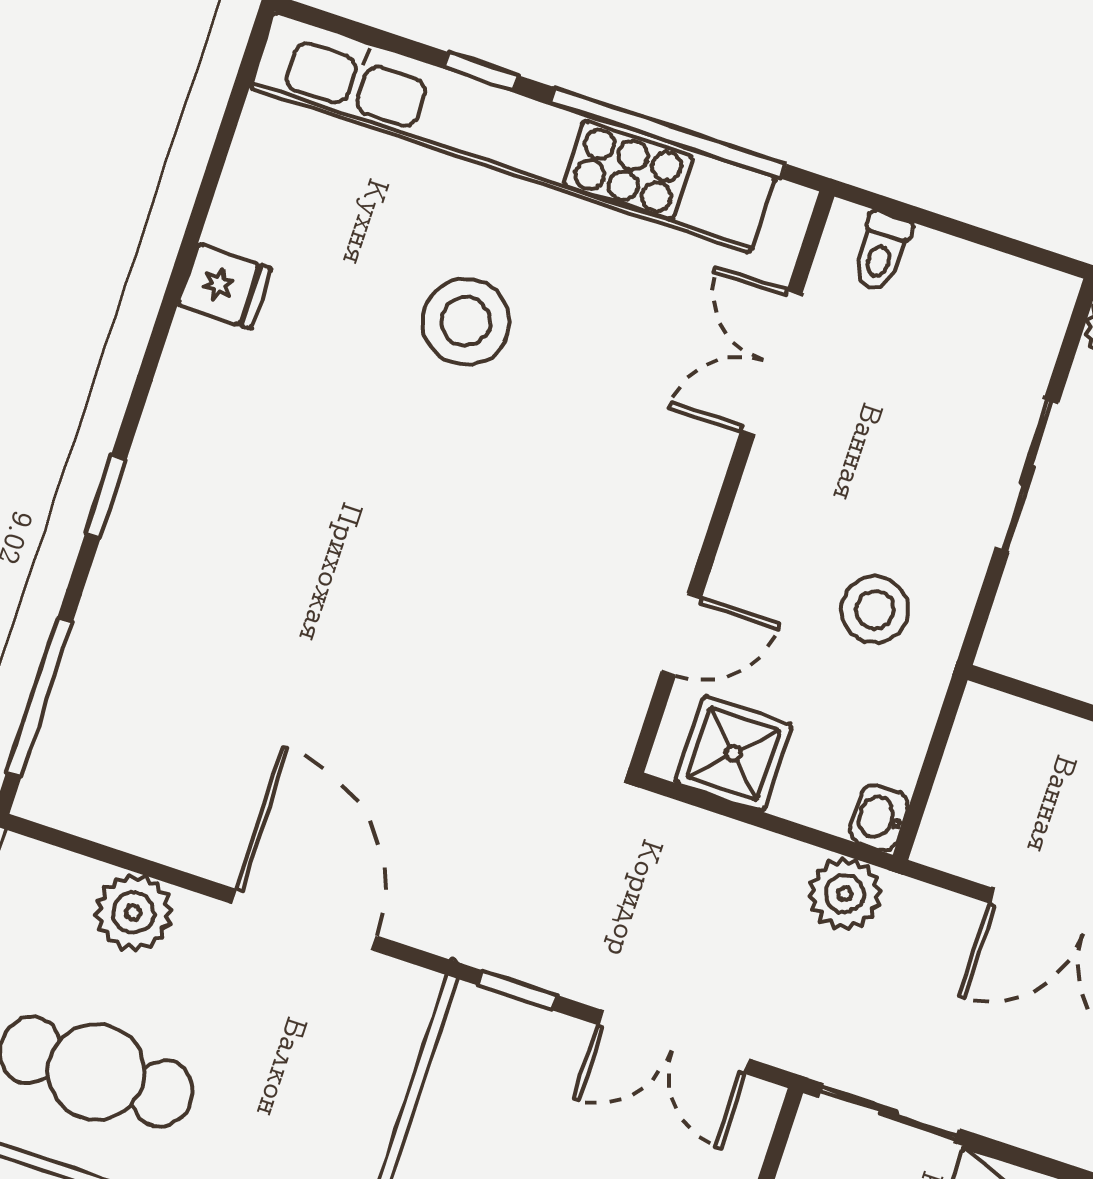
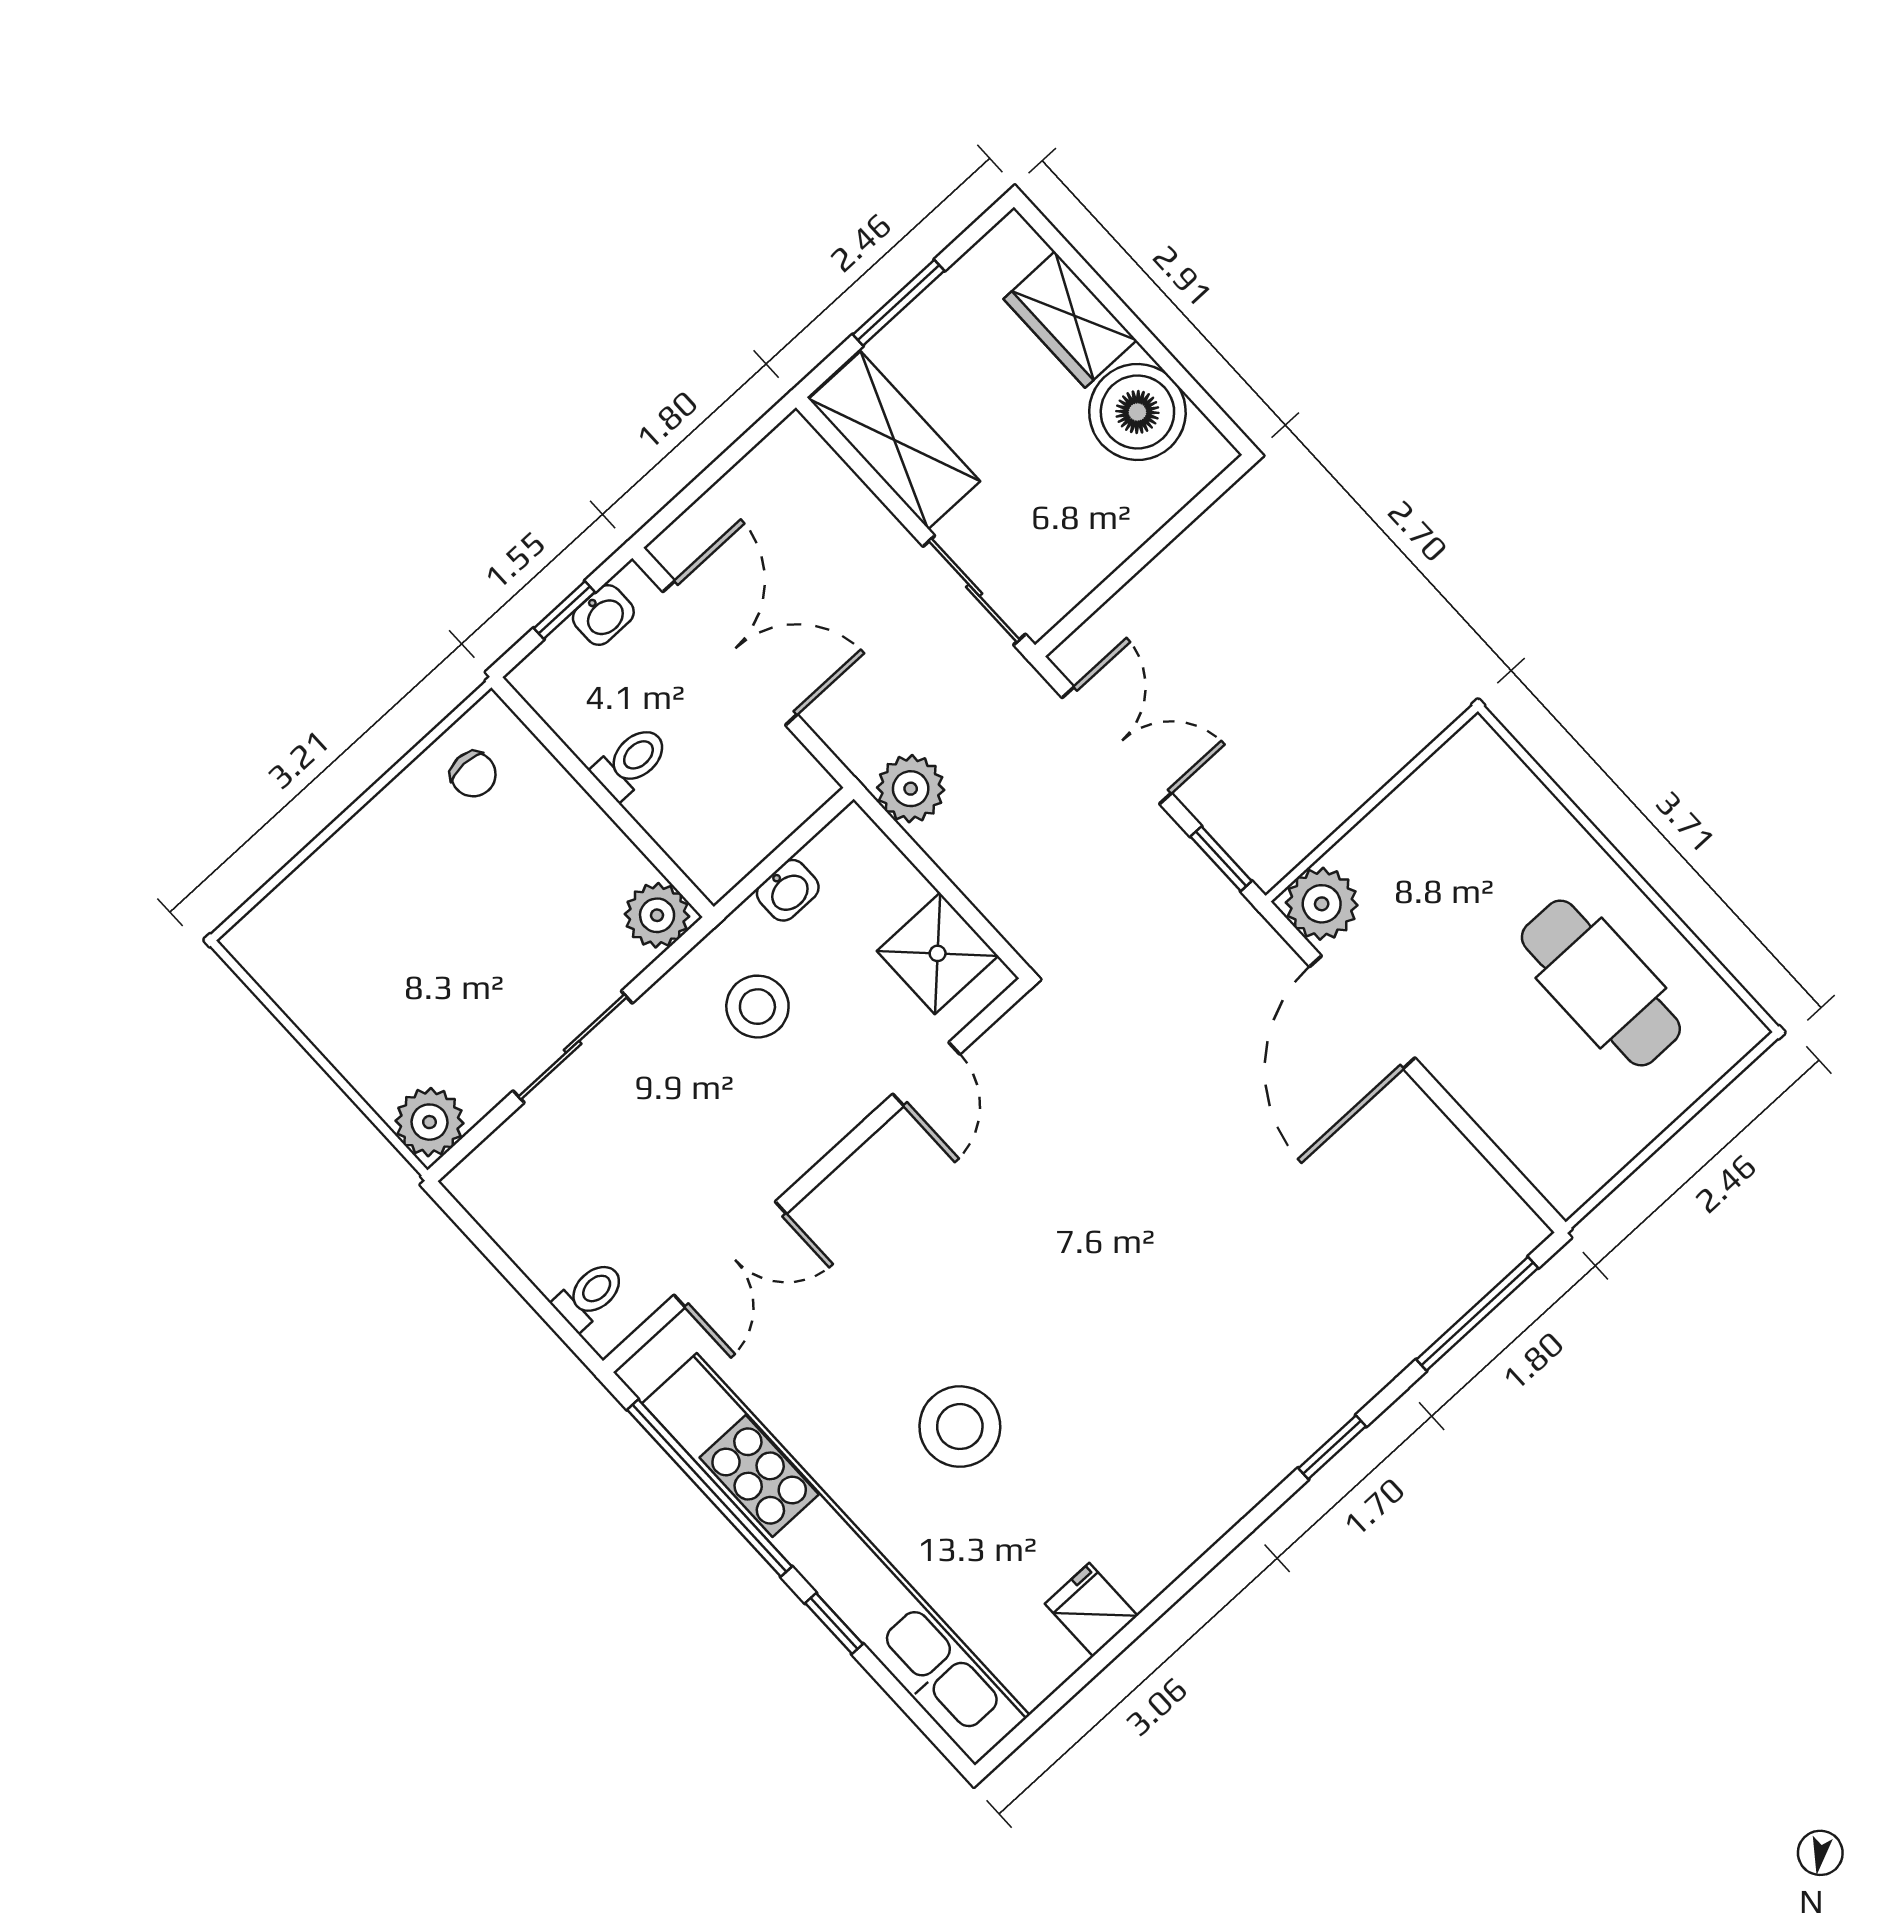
fridge: (224, 286) -> (1091, 1610), moved
door: (681, 634) -> (926, 1074), swing flipped
plant: (1016, 643) -> (657, 915), added
washbasin: (879, 818) -> (788, 890), moved
plant: (133, 912) -> (1322, 904), moved

